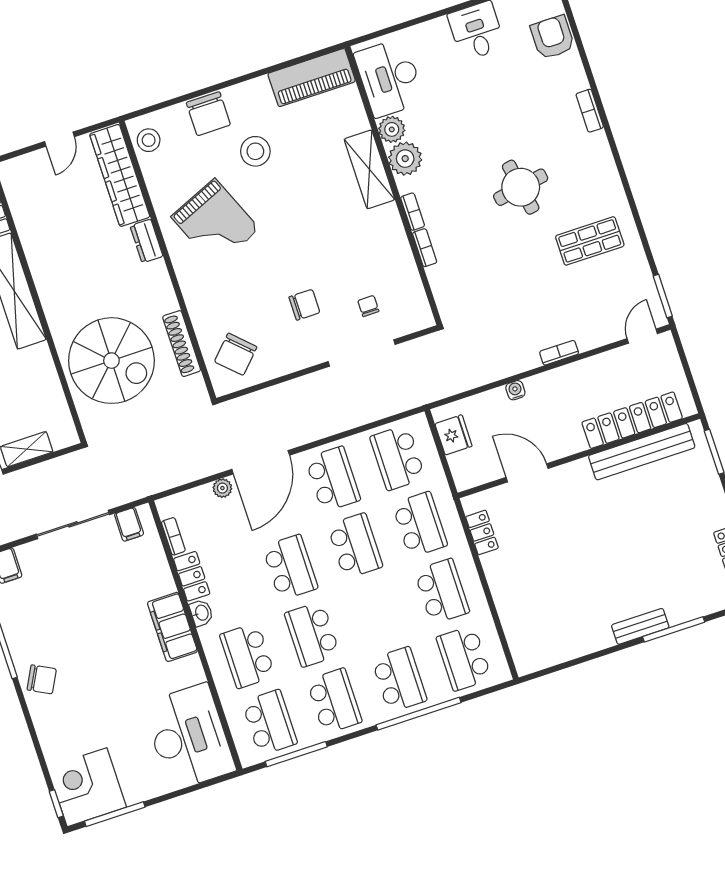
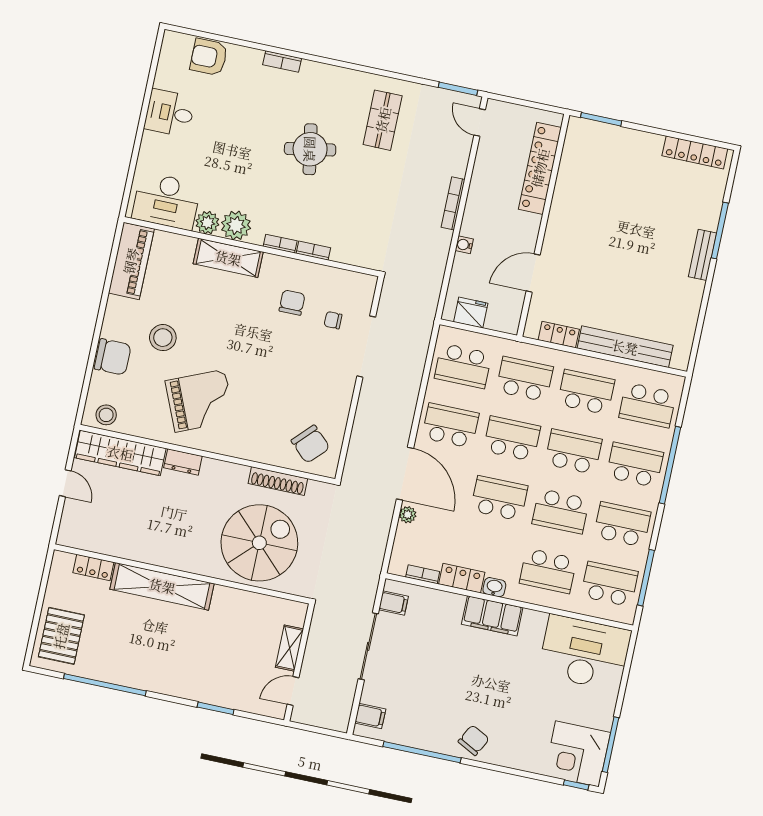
chair: (304, 305) -> (292, 303), moved
bookcase: (559, 353) -> (453, 203), width x1.56
bench: (642, 452) -> (625, 347), moved, turned 90
school desk: (377, 613) -> (573, 452), added

